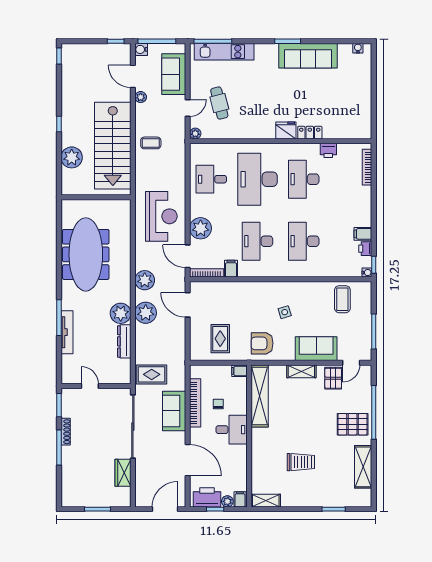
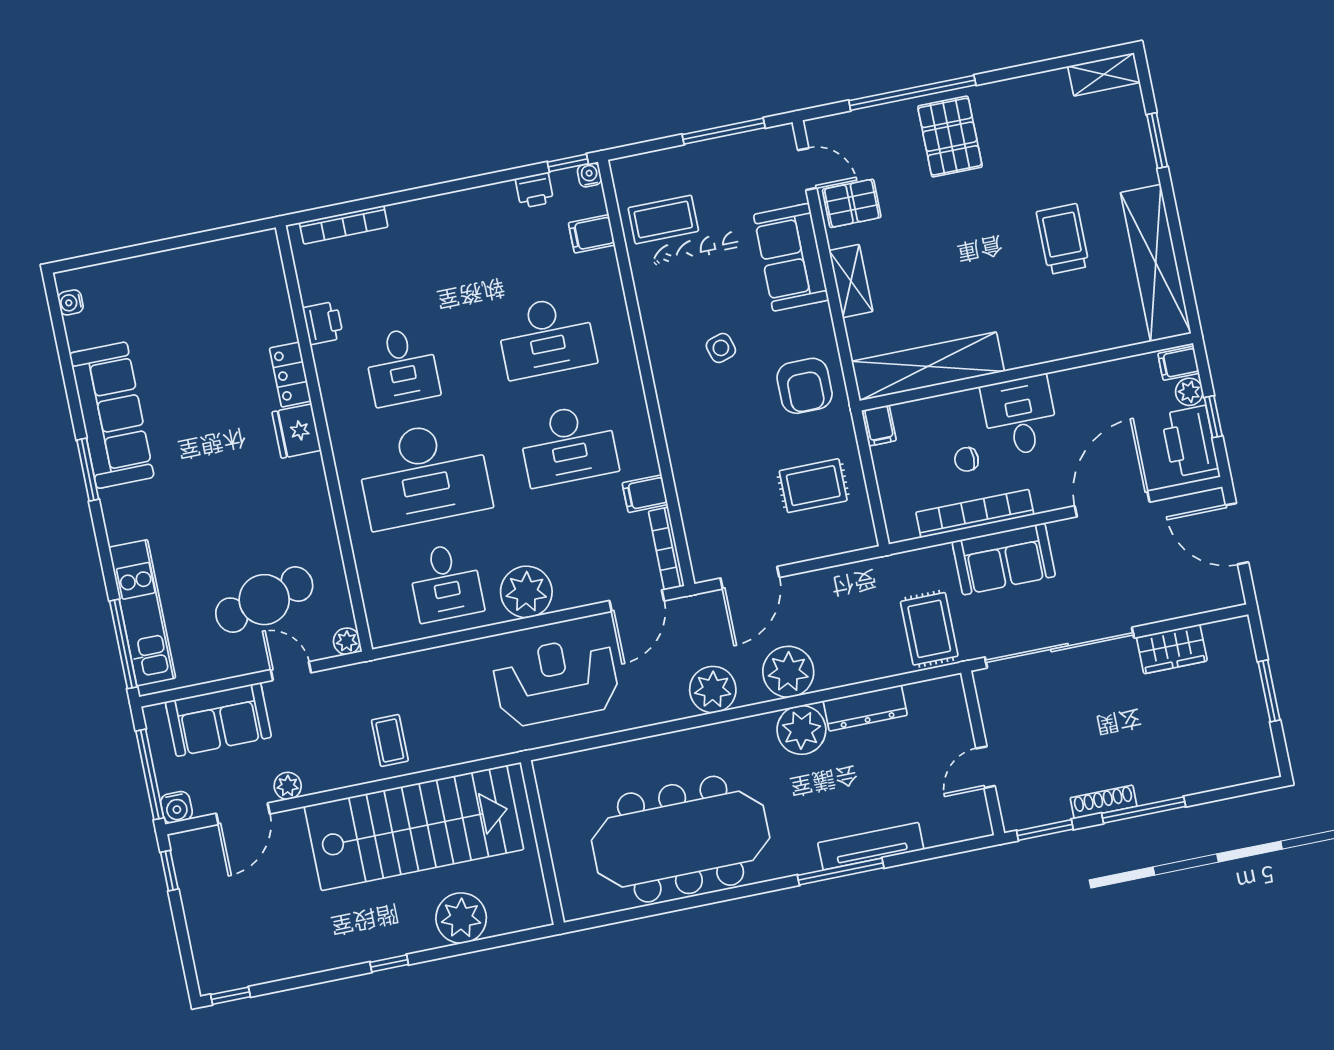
cafe table: (219, 103) -> (264, 600), width x1.37, depth x1.35
desk: (304, 179) -> (402, 366), width x0.73
plant: (201, 228) -> (526, 592), moved
filing cabinet: (363, 234) -> (592, 234), moved, turned 90
shelving: (363, 467) -> (1104, 74), moved, width x0.67, depth x0.75
shelving: (266, 501) -> (1156, 263), width x2.20, depth x1.33

